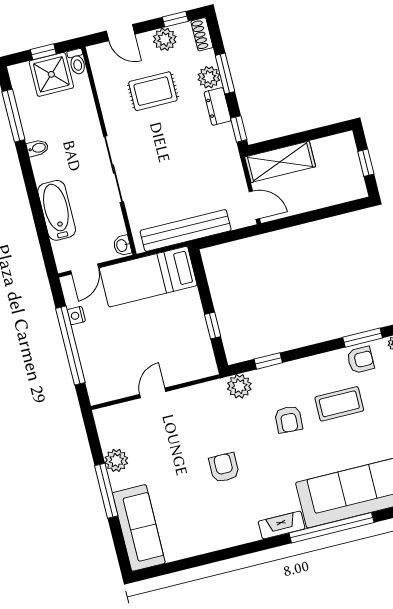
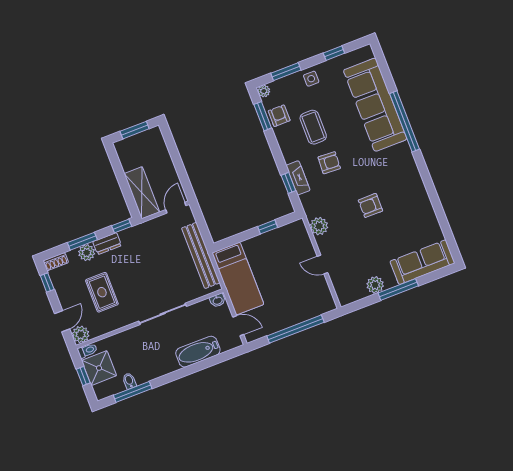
plant: (165, 39) -> (81, 334), moved
bidet: (38, 148) -> (129, 381), moved
window: (366, 163) -> (135, 130), width x1.50
nightstand: (76, 316) -> (273, 328), removed
plant: (239, 386) -> (319, 226), moved
fireplace: (282, 525) -> (298, 178), moved, turned 180

